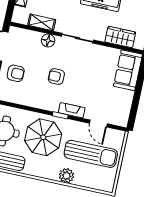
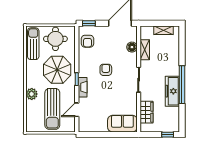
floor lamp: (48, 41) -> (132, 47), moved
armchair: (16, 73) -> (87, 41), moved

